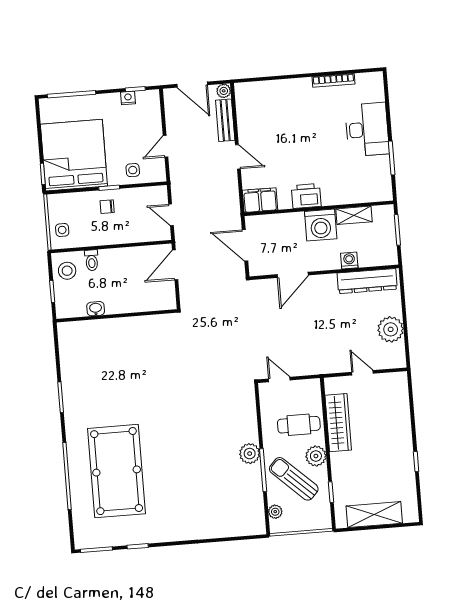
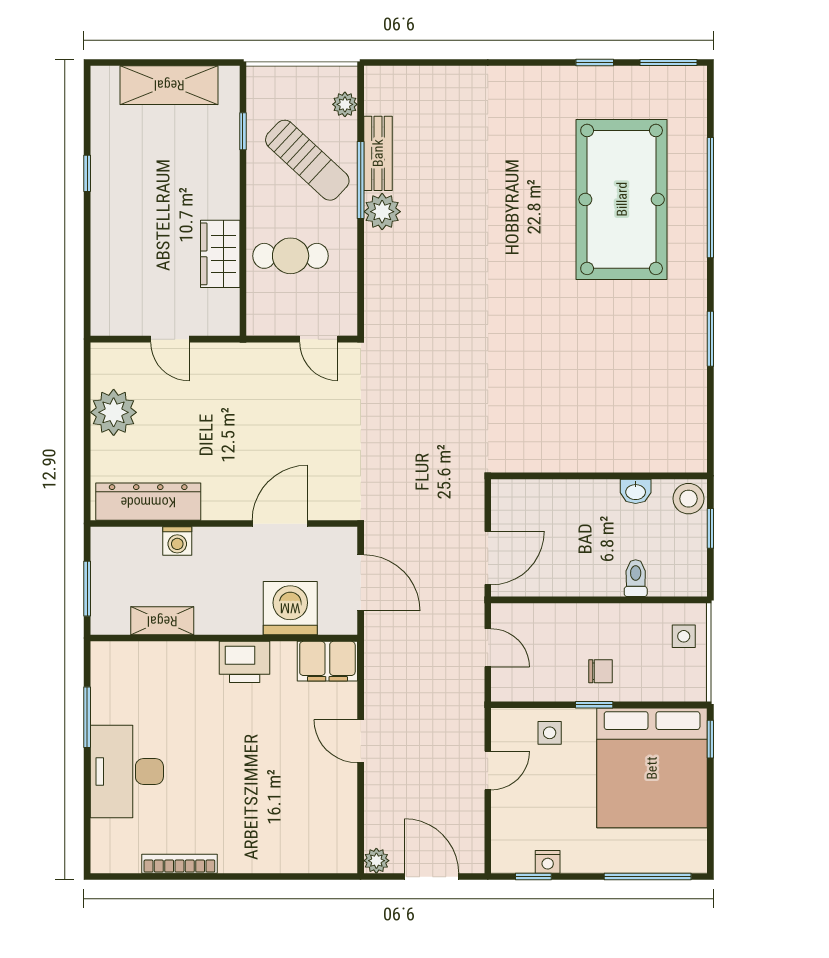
bench: (225, 120) -> (378, 153), moved
washing machine: (321, 225) -> (290, 608), moved
stool: (67, 271) -> (688, 499), moved
wardrobe: (338, 423) -> (220, 254), width x0.67
plant: (316, 456) -> (265, 198), removed

